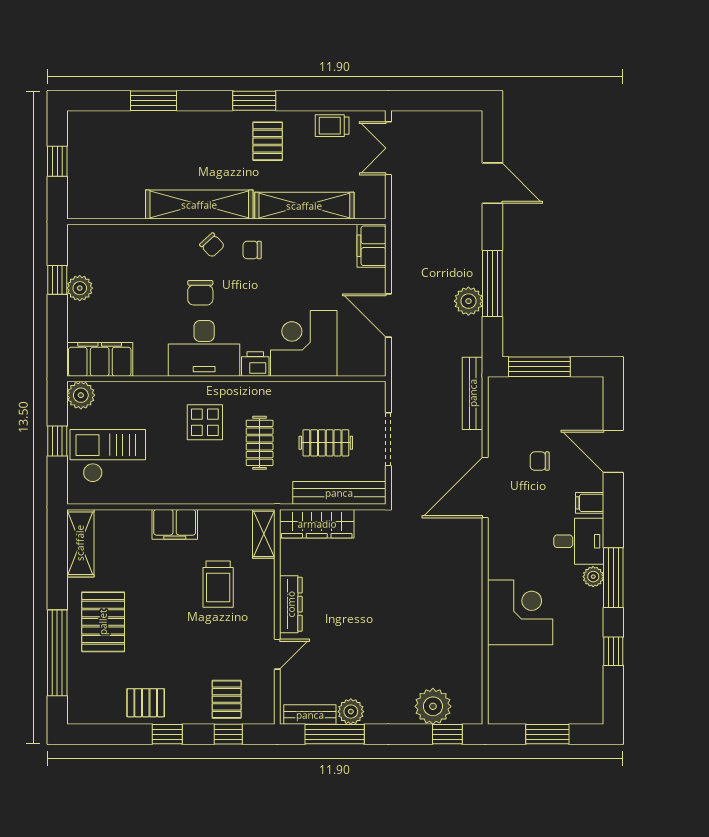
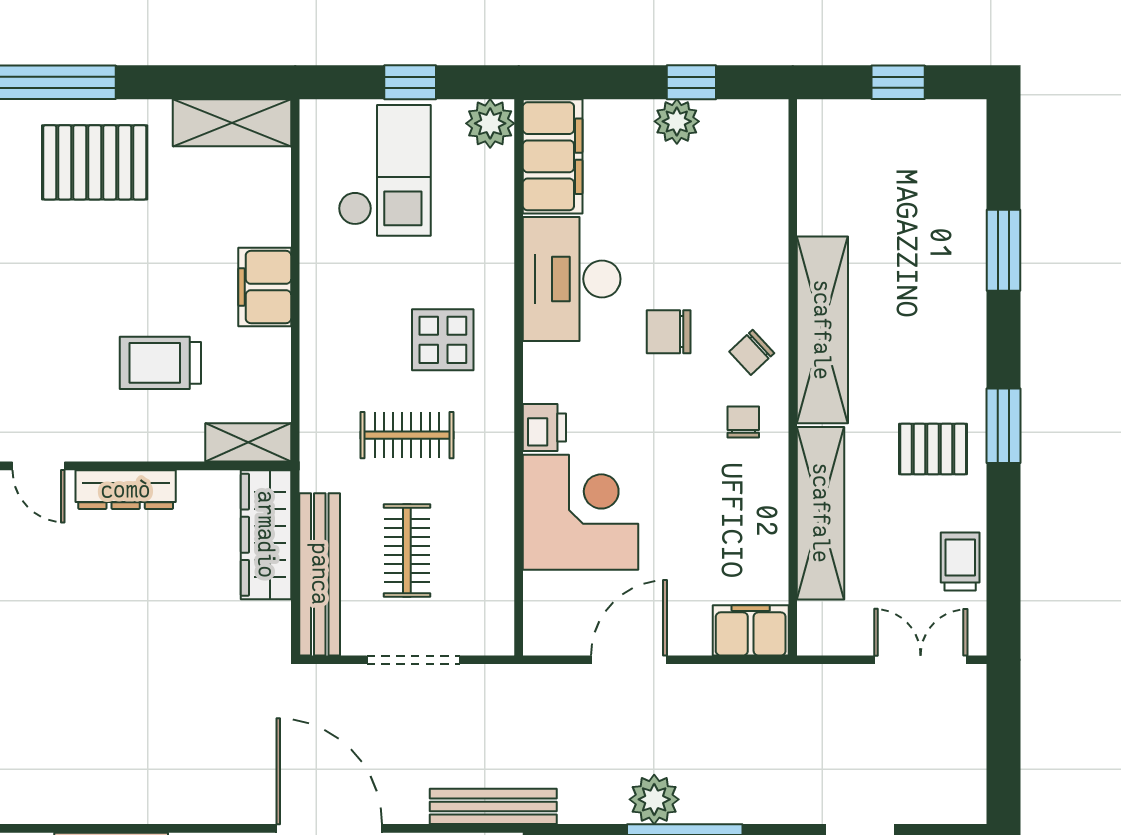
desk: (204, 348) -> (572, 279), moved

